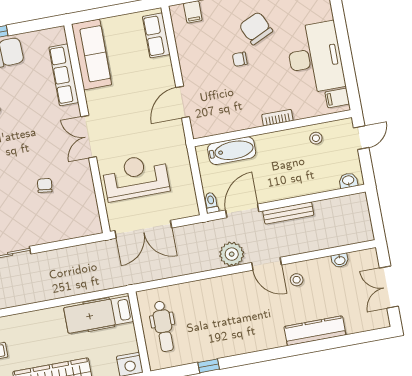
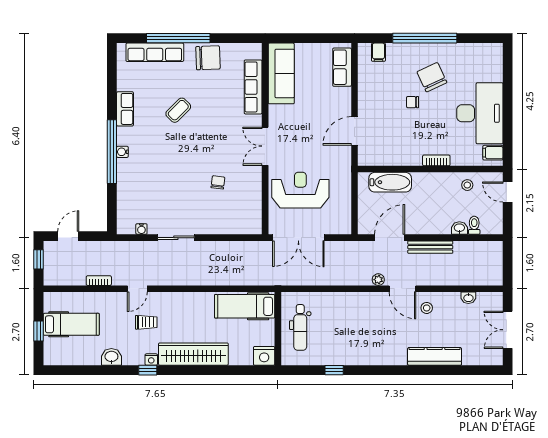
door: (361, 138) -> (508, 192), swing flipped
washbasin: (348, 181) -> (459, 228), moved
toilet: (211, 203) -> (474, 225), moved
plant: (232, 254) -> (378, 280), width x0.53, depth x0.53

